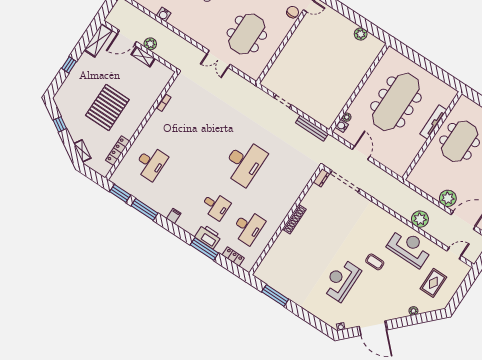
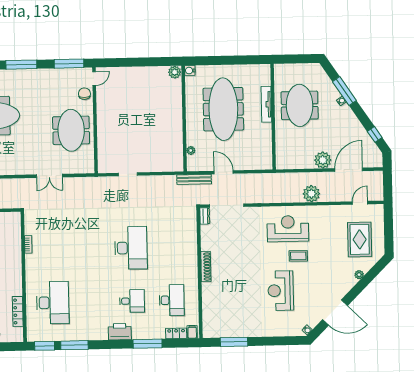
meeting table: (247, 34) -> (71, 130), moved
plant: (361, 34) -> (175, 72), moved
water cooler: (342, 126) -> (190, 71), moved
bench: (312, 128) -> (194, 179), moved
desk: (151, 163) -> (53, 303), width x1.36, depth x1.30
filing cabinet: (174, 216) -> (192, 332), moved
printer: (208, 237) -> (120, 332), moved
reception desk: (409, 248) -> (288, 229), moved
rug: (433, 283) -> (360, 239), width x1.36, depth x1.43

